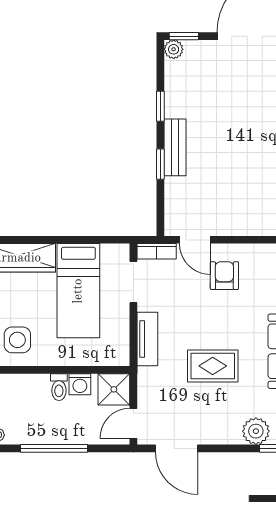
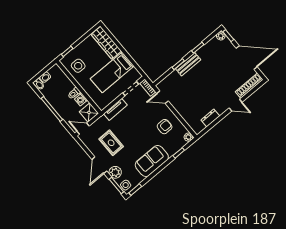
door: (195, 240) -> (162, 97), hinge flipped
armchair: (224, 276) -> (165, 127), moved
rug: (213, 366) -> (111, 143), moved
door: (176, 448) -> (99, 165), moved

